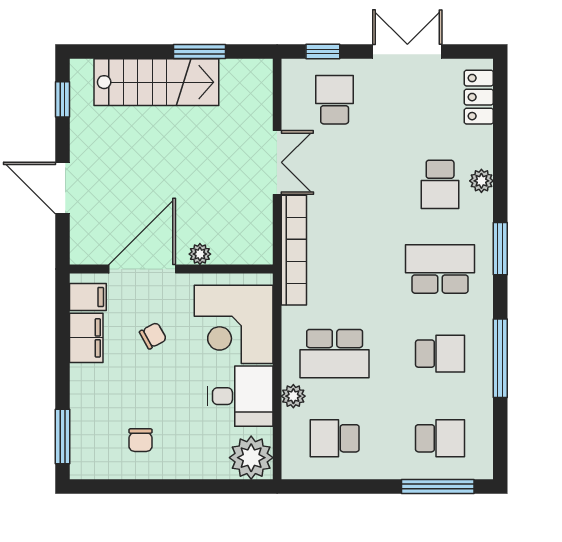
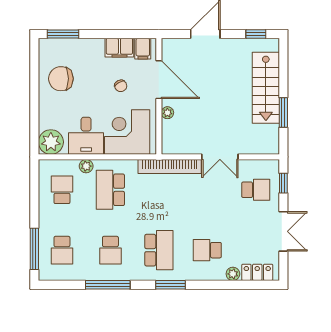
plant: (481, 181) -> (233, 274), moved
chair: (140, 440) -> (61, 79), width x1.87, depth x1.87

